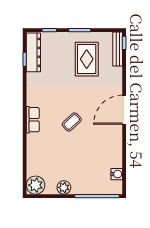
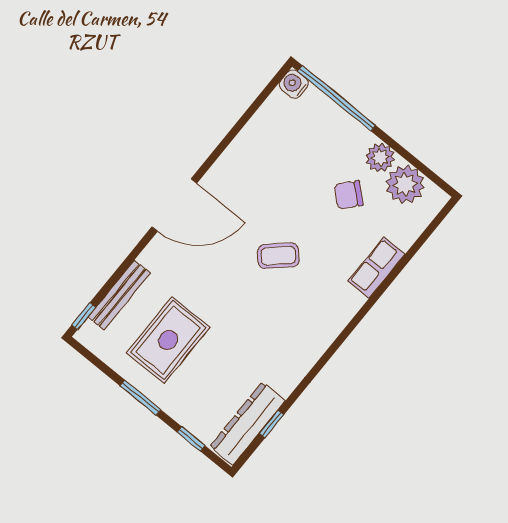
bench: (118, 49) -> (119, 295), moved
row of seats: (33, 120) -> (376, 268), moved
chair: (64, 165) -> (349, 195), added
water cooler: (117, 174) -> (294, 84), moved
plant: (36, 185) -> (405, 184), moved

